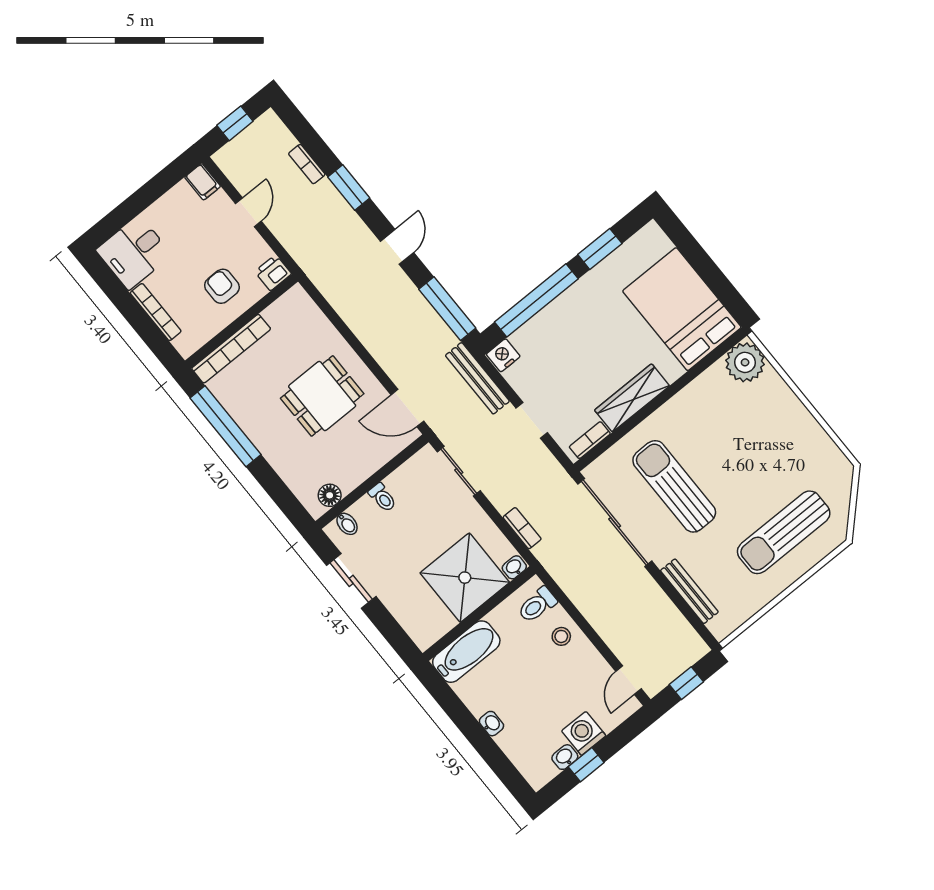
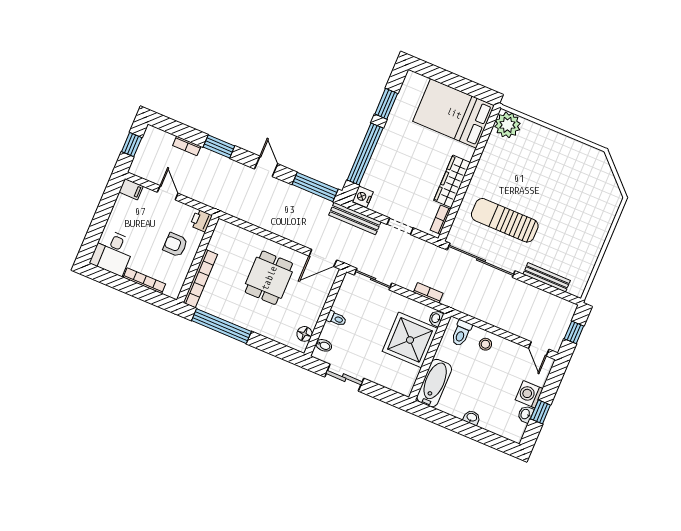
sun lounger: (784, 532) -> (584, 213), removed

